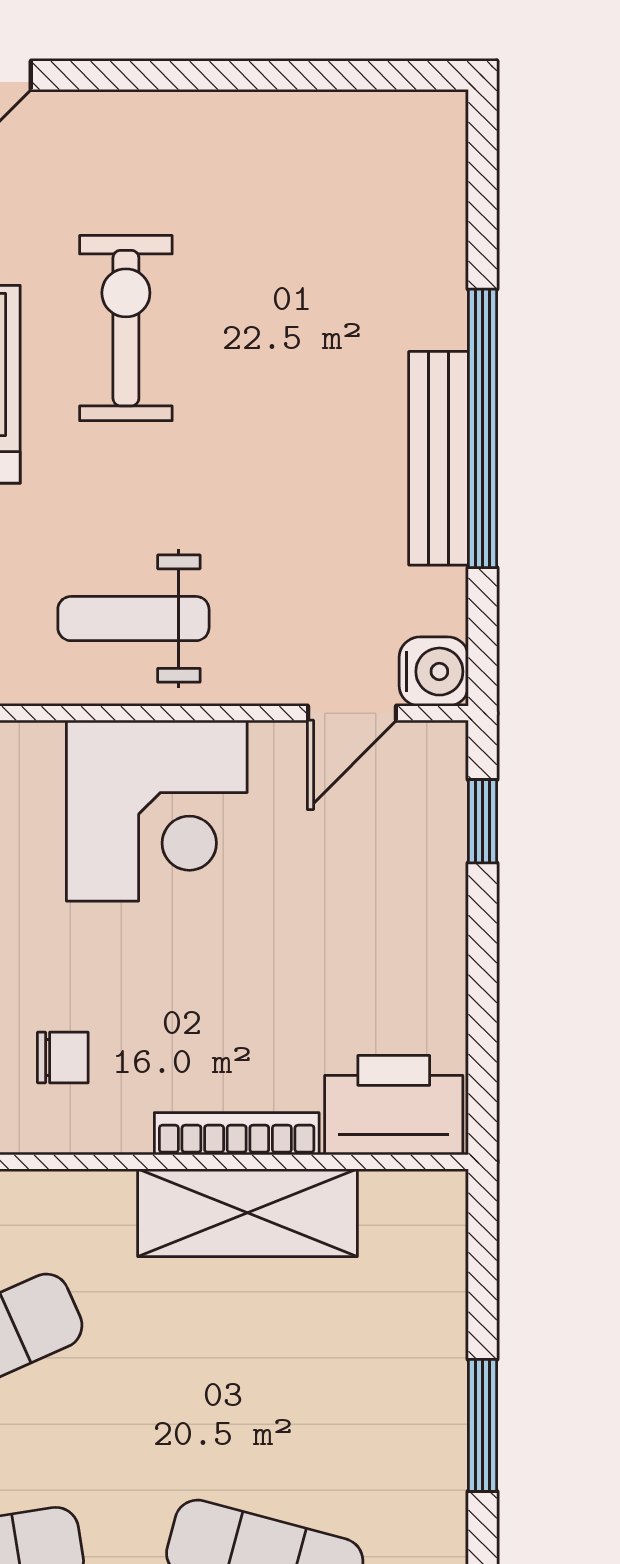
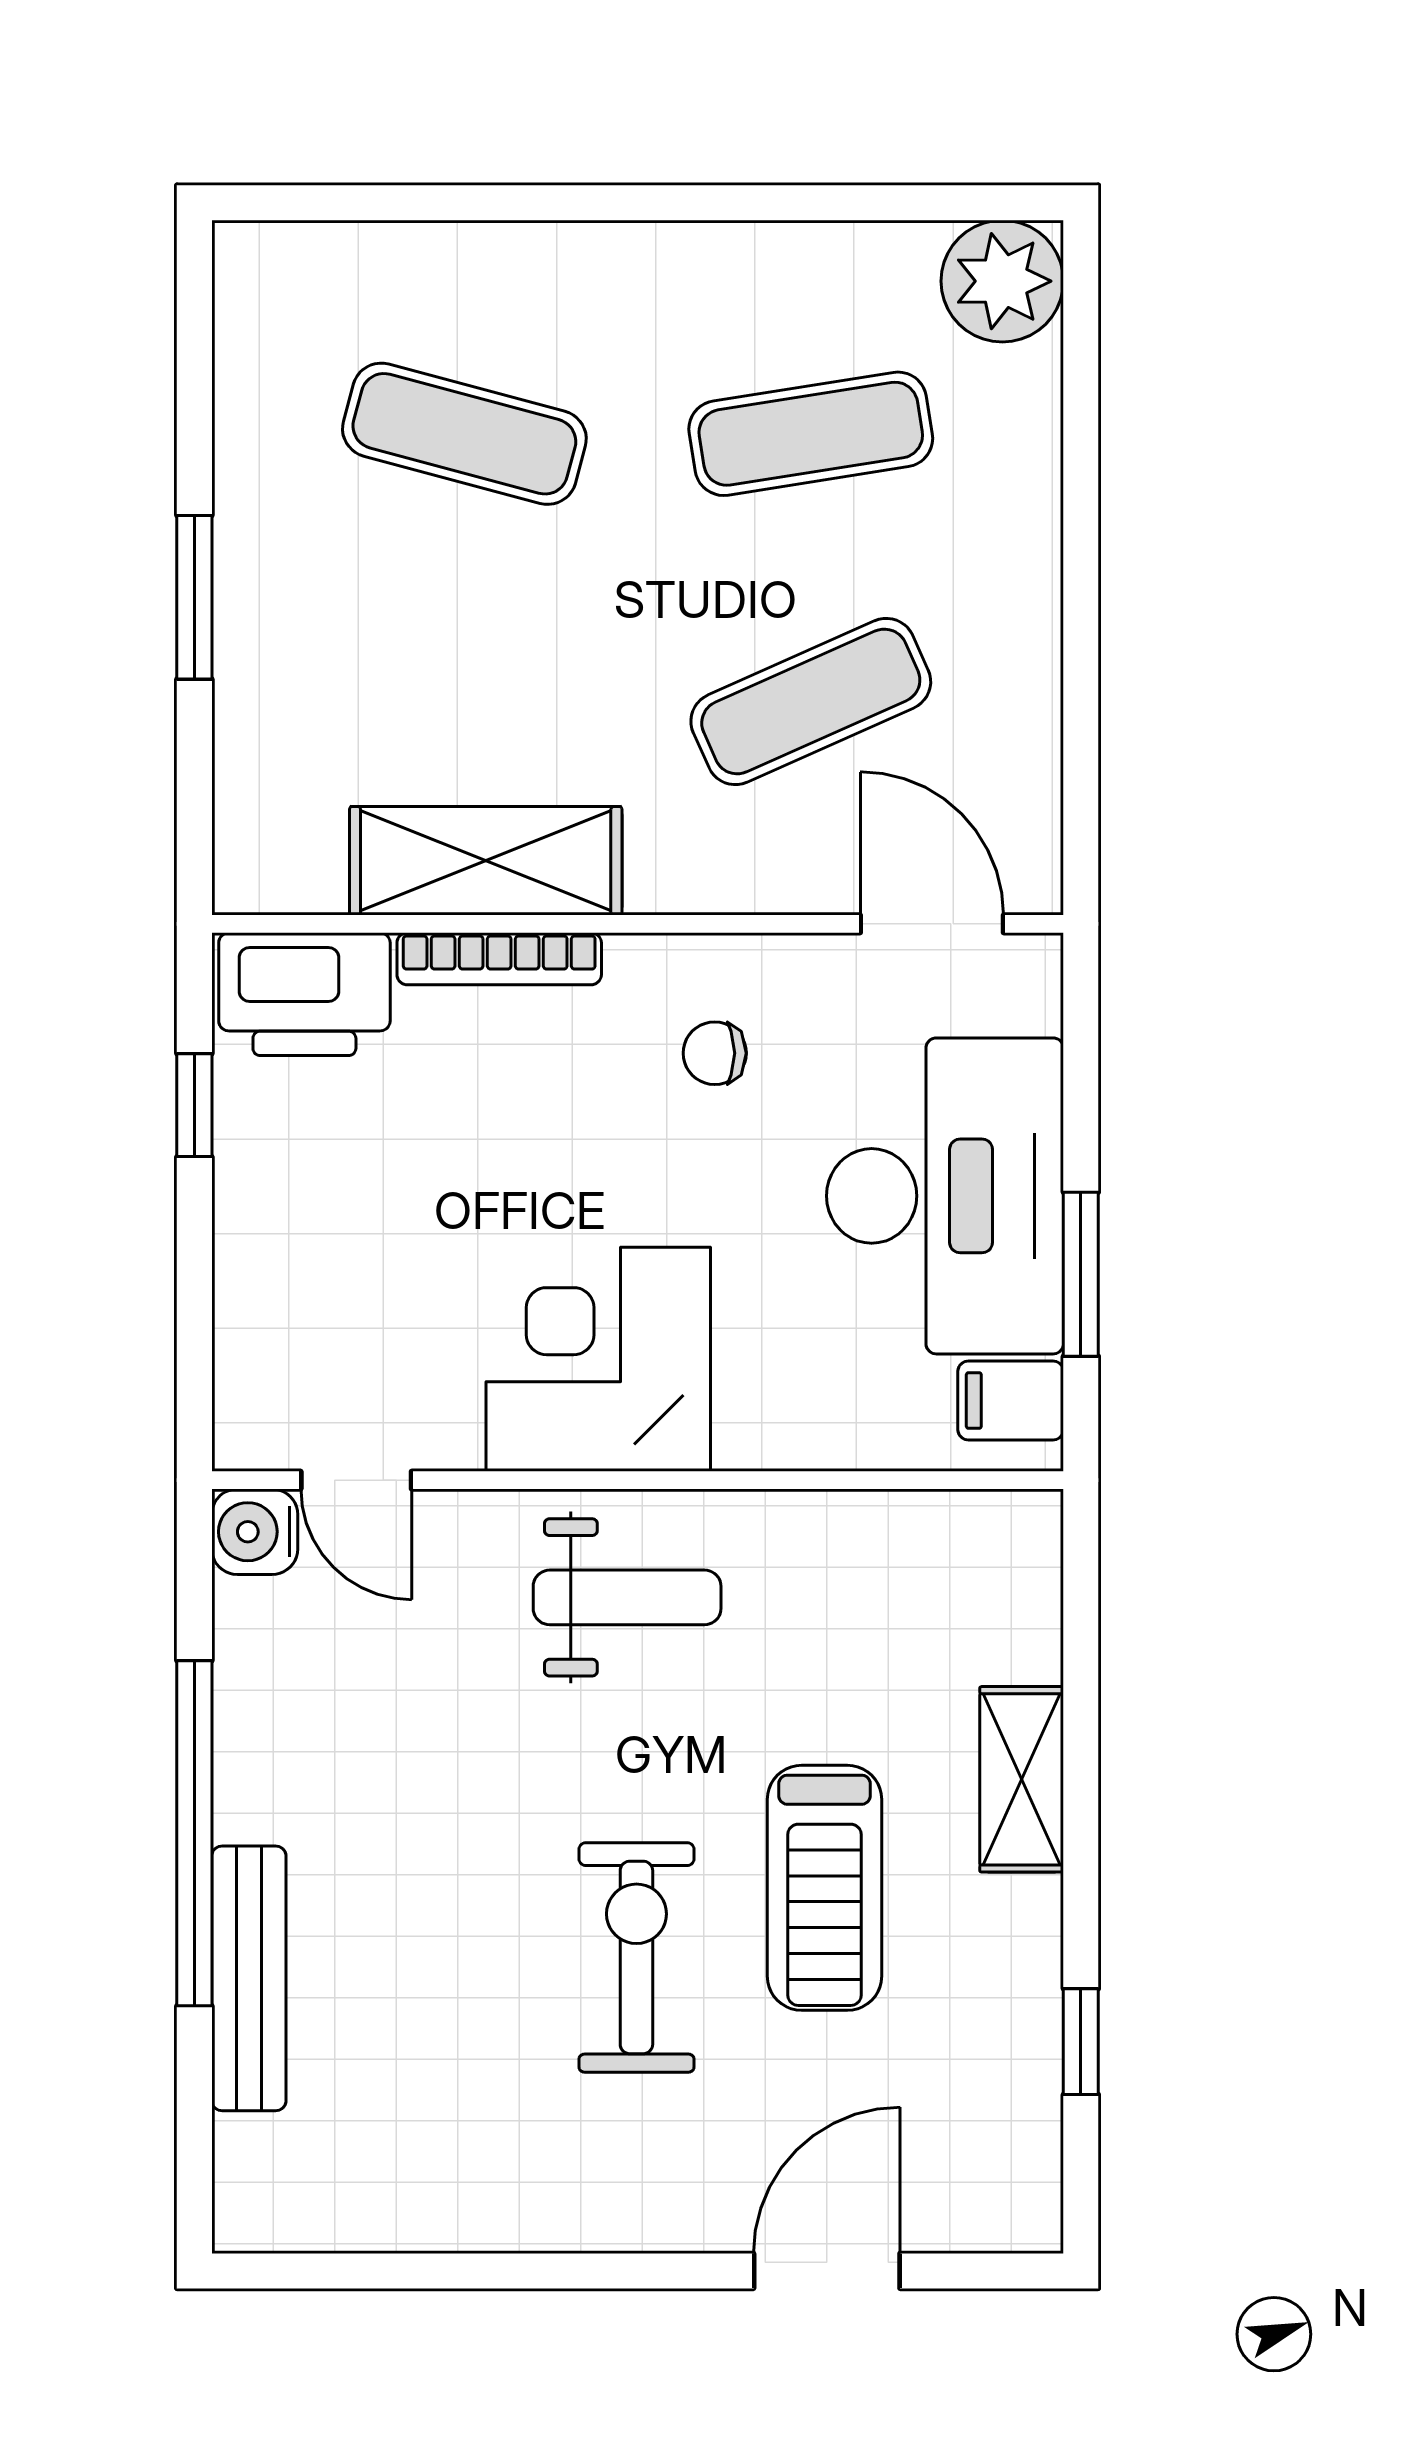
exercise bike: (126, 328) -> (636, 1957), turned 180
bench: (439, 458) -> (249, 1978), moved
door: (352, 713) -> (356, 1480), swing flipped
window: (482, 821) -> (194, 1105), moved

